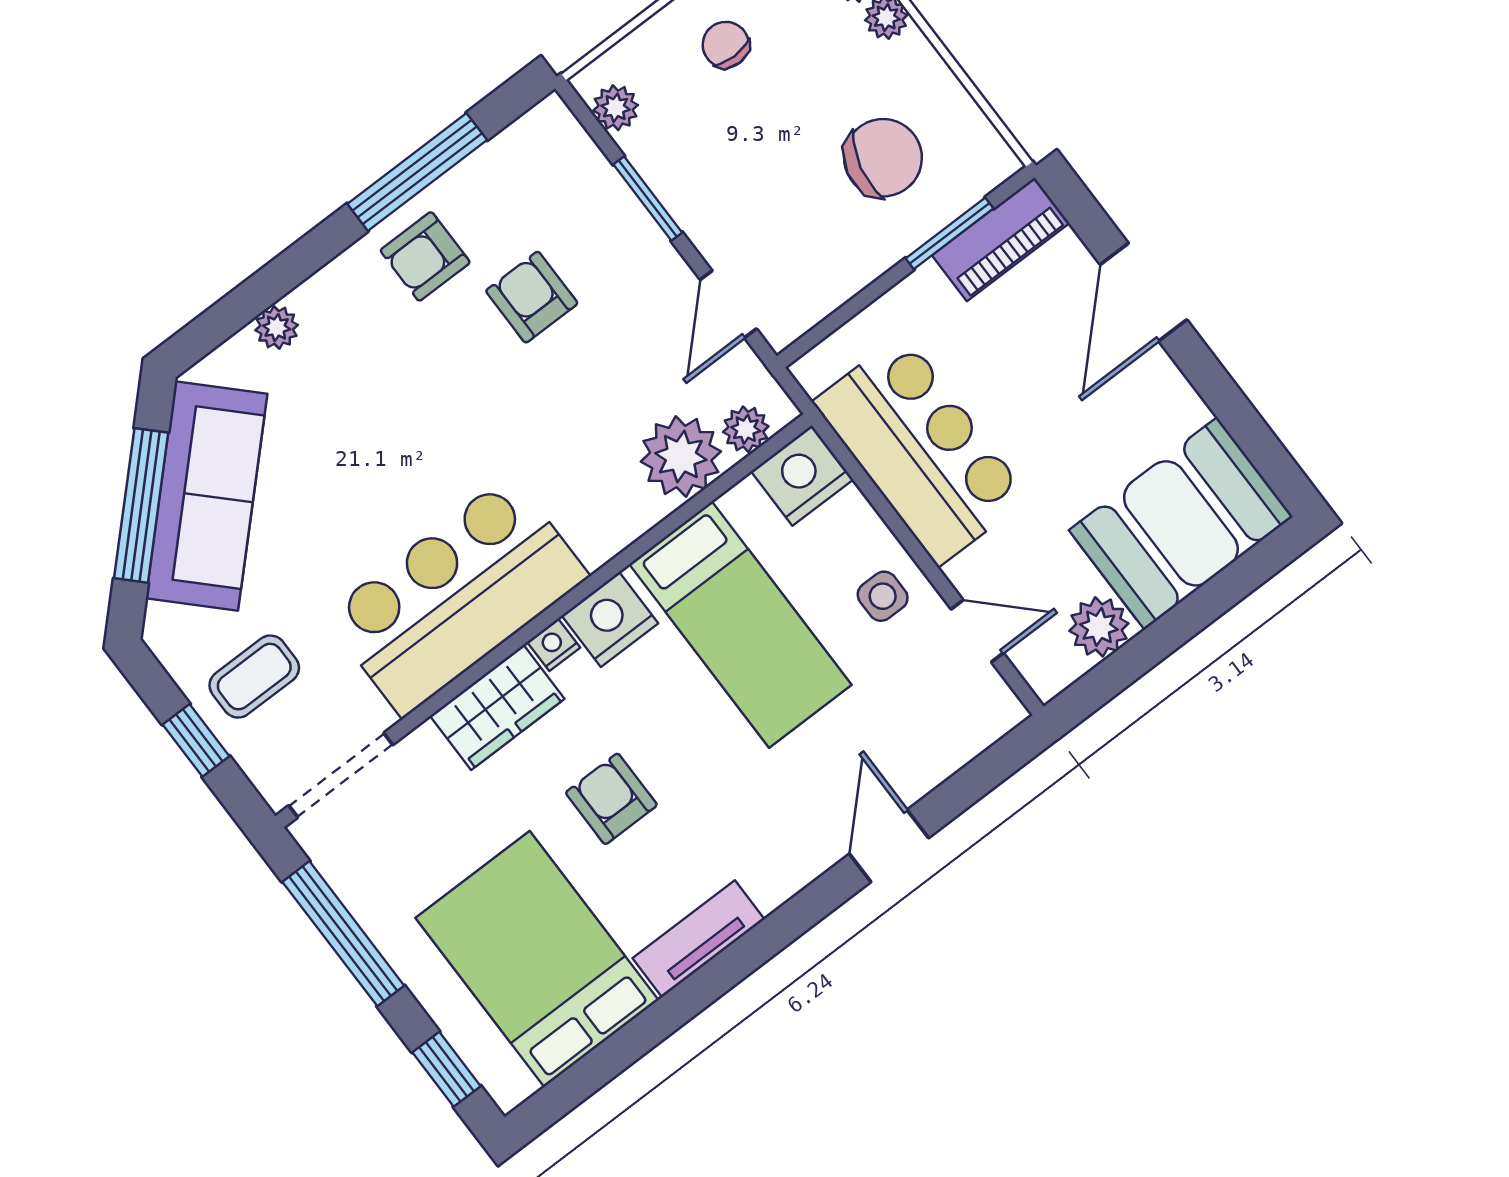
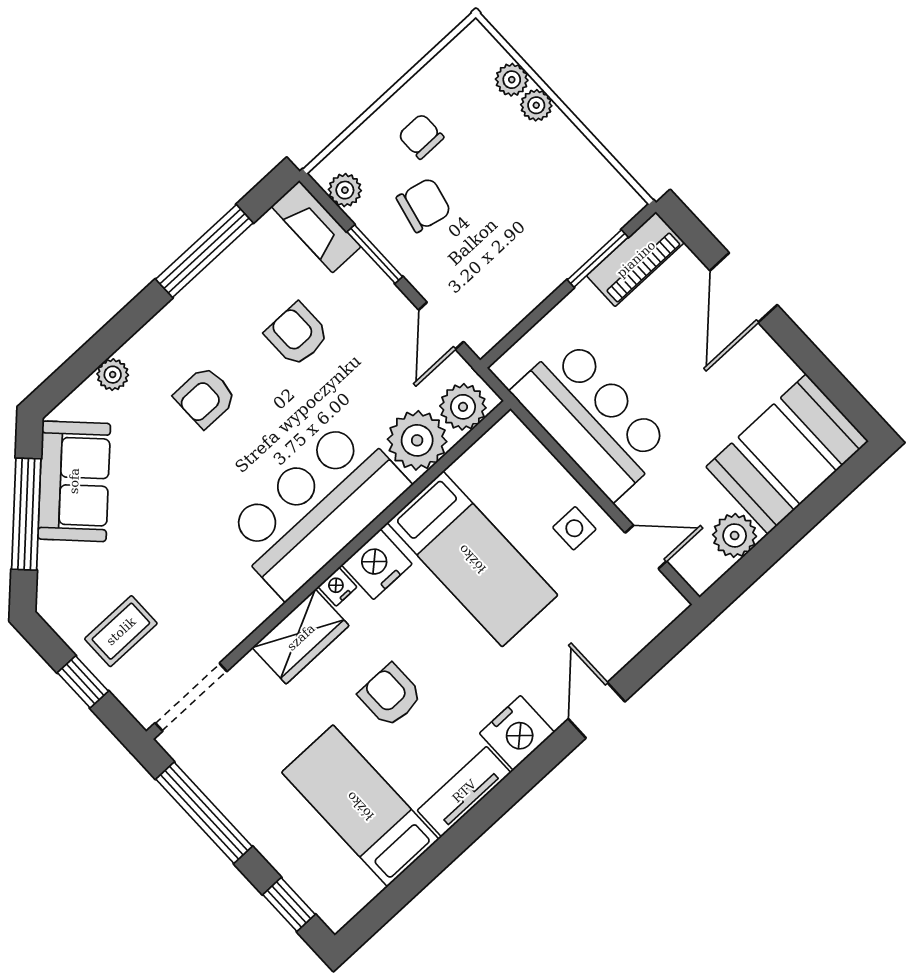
fireplace: (572, 153) -> (316, 227), added
chair: (883, 158) -> (424, 205), moved, width x0.73, depth x0.73
armchair: (425, 256) -> (205, 397), moved
plant: (746, 429) -> (463, 407), width x1.38, depth x1.38
nightstand: (802, 475) -> (517, 733), moved, turned 180
sofa: (207, 496) -> (74, 481), width x0.73
bar counter: (457, 596) -> (316, 508), moved
bed: (537, 959) -> (360, 806), width x0.67

